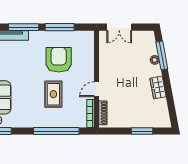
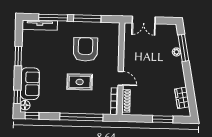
wardrobe: (158, 88) -> (182, 98), moved
door: (96, 89) -> (121, 78), swing flipped
rug: (53, 94) -> (80, 82), turned 90

